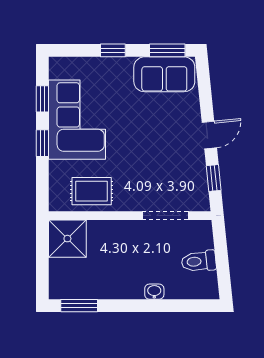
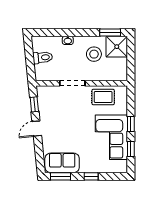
doorway: (166, 216) -> (72, 83), moved
shower: (67, 239) -> (117, 47), moved
stool: (108, 267) -> (94, 54), added

